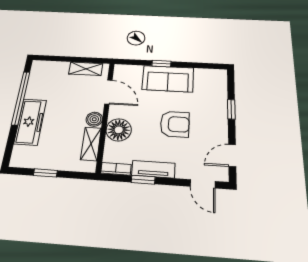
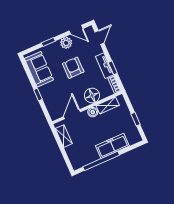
sofa: (168, 79) -> (39, 69), moved
plant: (218, 132) -> (66, 43), added

